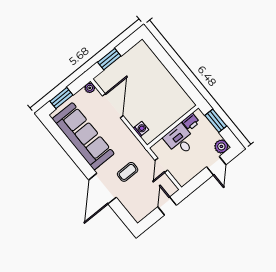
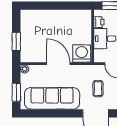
door: (113, 106) -> (58, 64), moved
washing machine: (141, 129) -> (82, 54), width x1.89, depth x1.89

